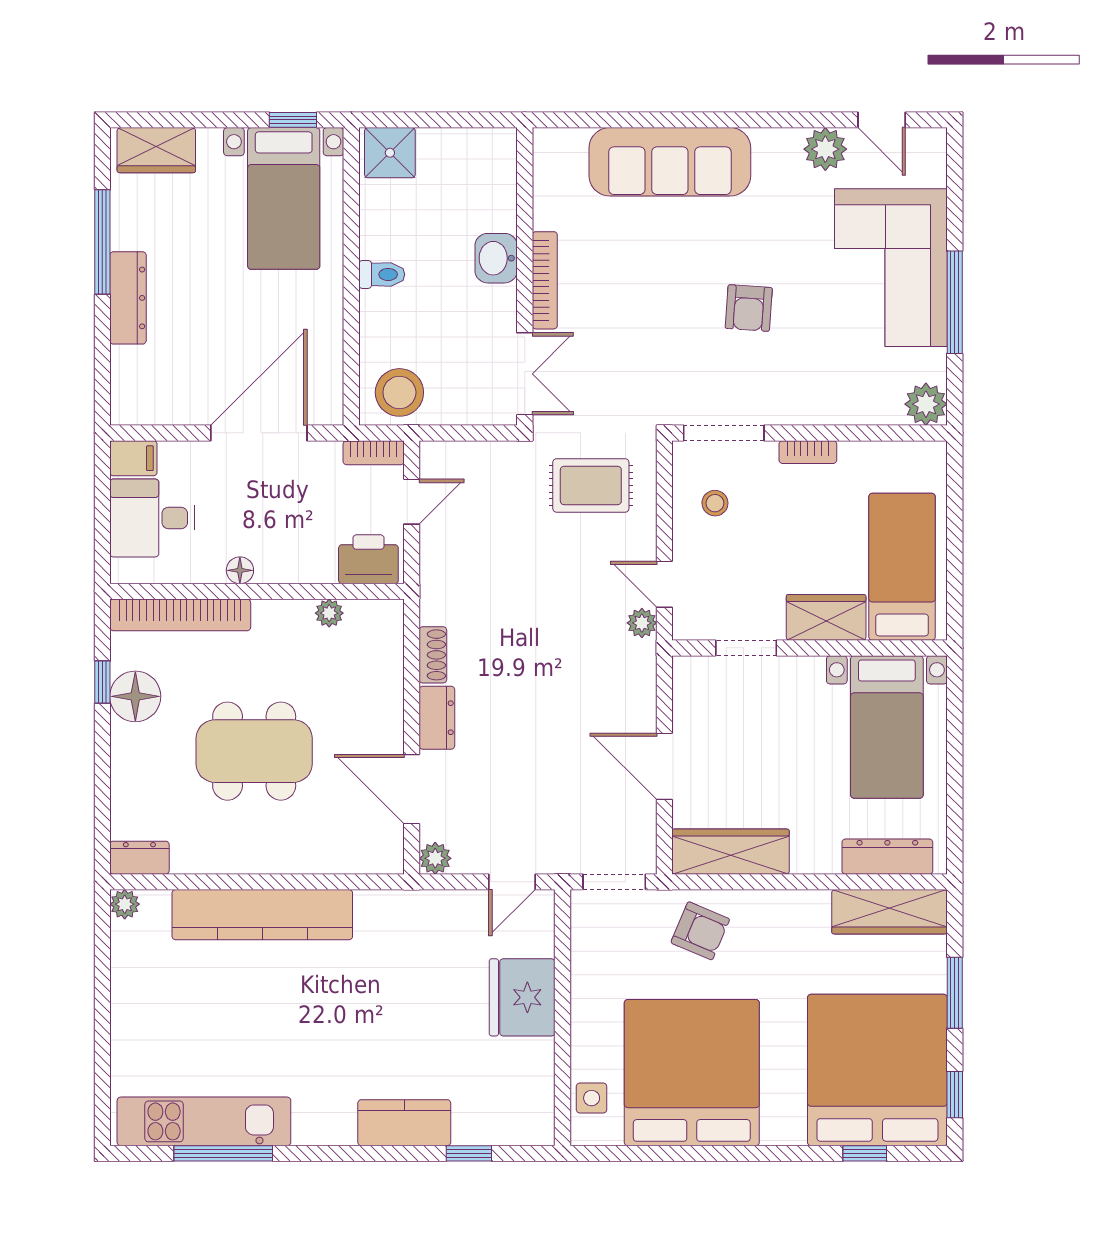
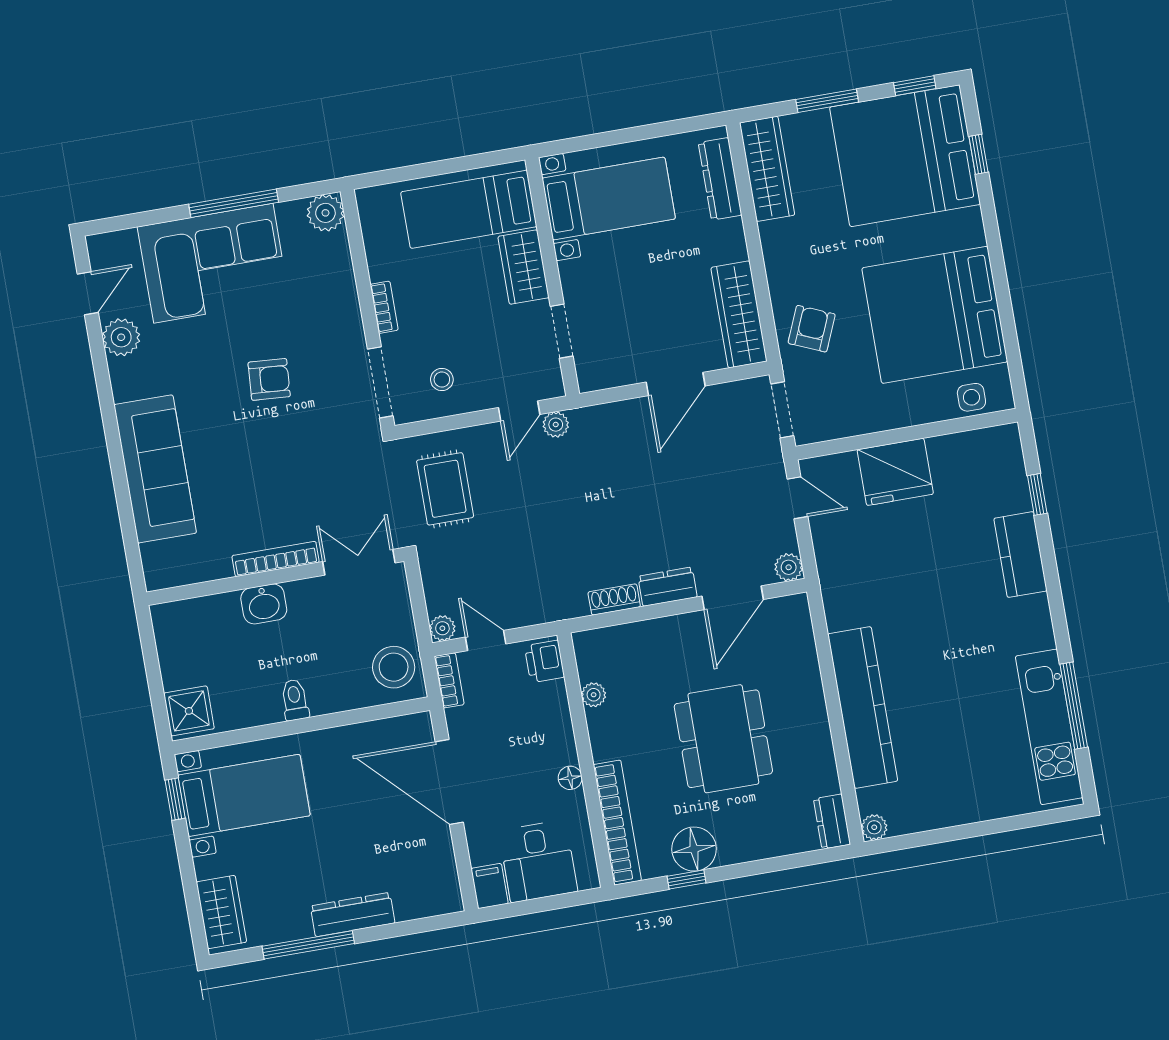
plant: (434, 455) -> (442, 628), added
printer: (368, 559) -> (544, 661), width x0.73, depth x0.81

